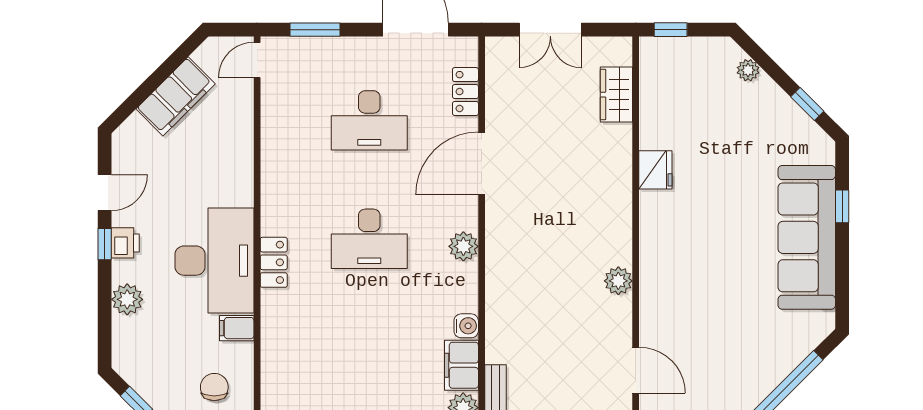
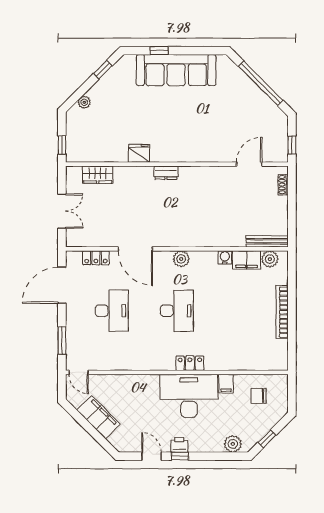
dresser: (620, 219) -> (166, 173), added
plant: (618, 281) -> (200, 174), removed
plant: (127, 299) -> (233, 444), moved

